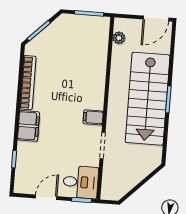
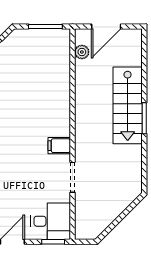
door: (156, 19) -> (106, 26), moved
stairs: (148, 99) -> (128, 105), width x0.73, depth x0.66

